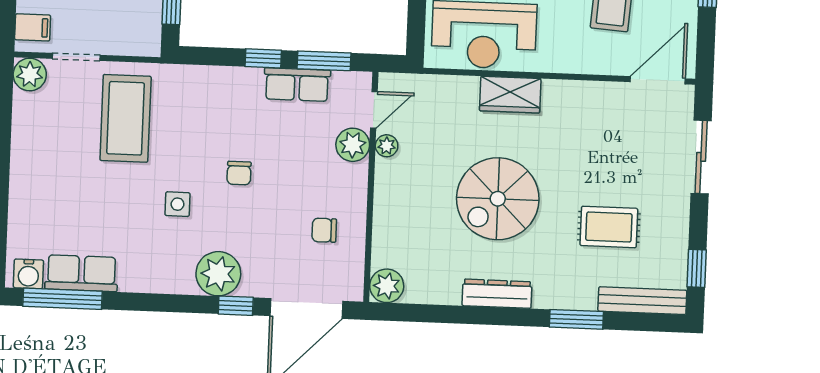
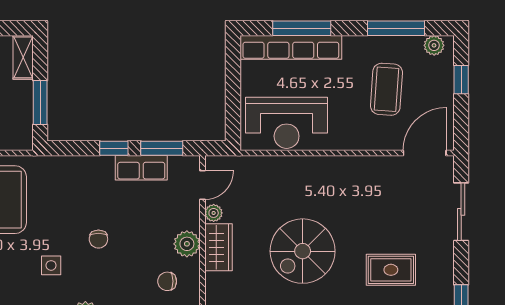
wardrobe: (510, 95) -> (218, 247), moved, turned -90
plant: (353, 145) -> (187, 244), moved

